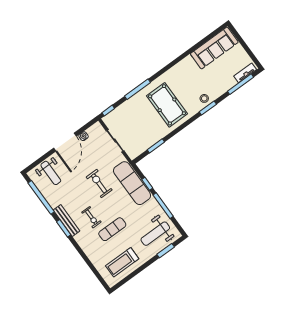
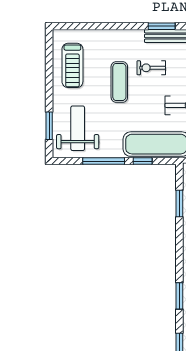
treadmill: (122, 262) -> (72, 65), turned 180

